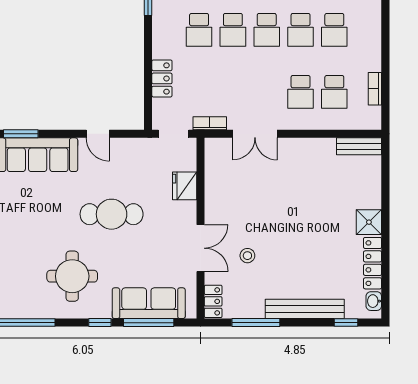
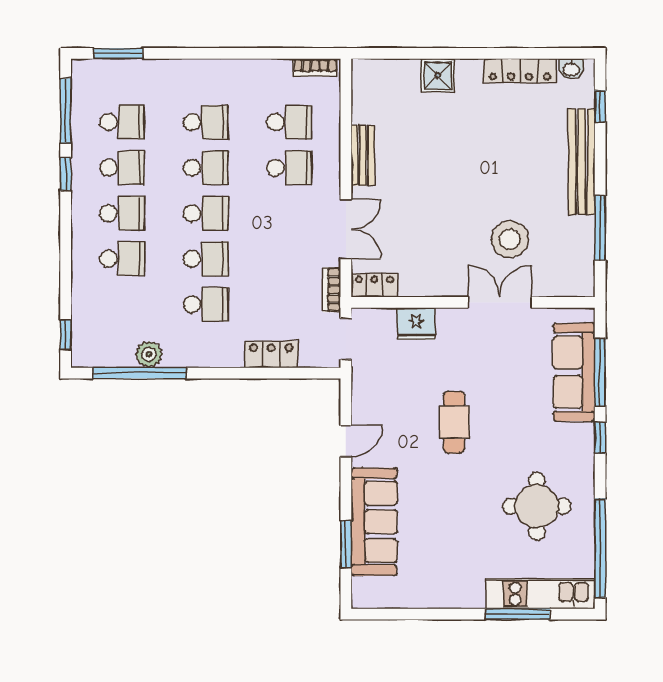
bookcase: (375, 89) -> (315, 67), moved
bench: (359, 146) -> (363, 155), moved
cafe table: (112, 214) -> (454, 422), width x0.73, depth x0.74
shower: (369, 222) -> (438, 75), moved
stool: (247, 256) -> (510, 239), width x1.89, depth x1.89
round table: (72, 276) -> (537, 506), moved
locker: (213, 301) -> (374, 285), moved

